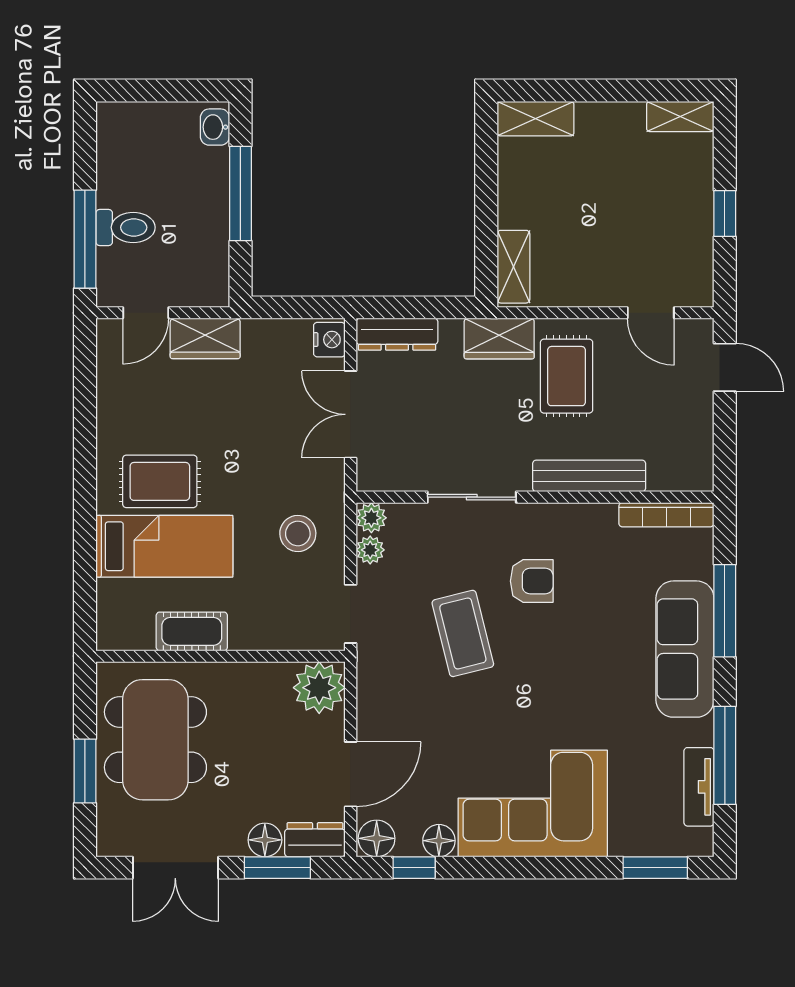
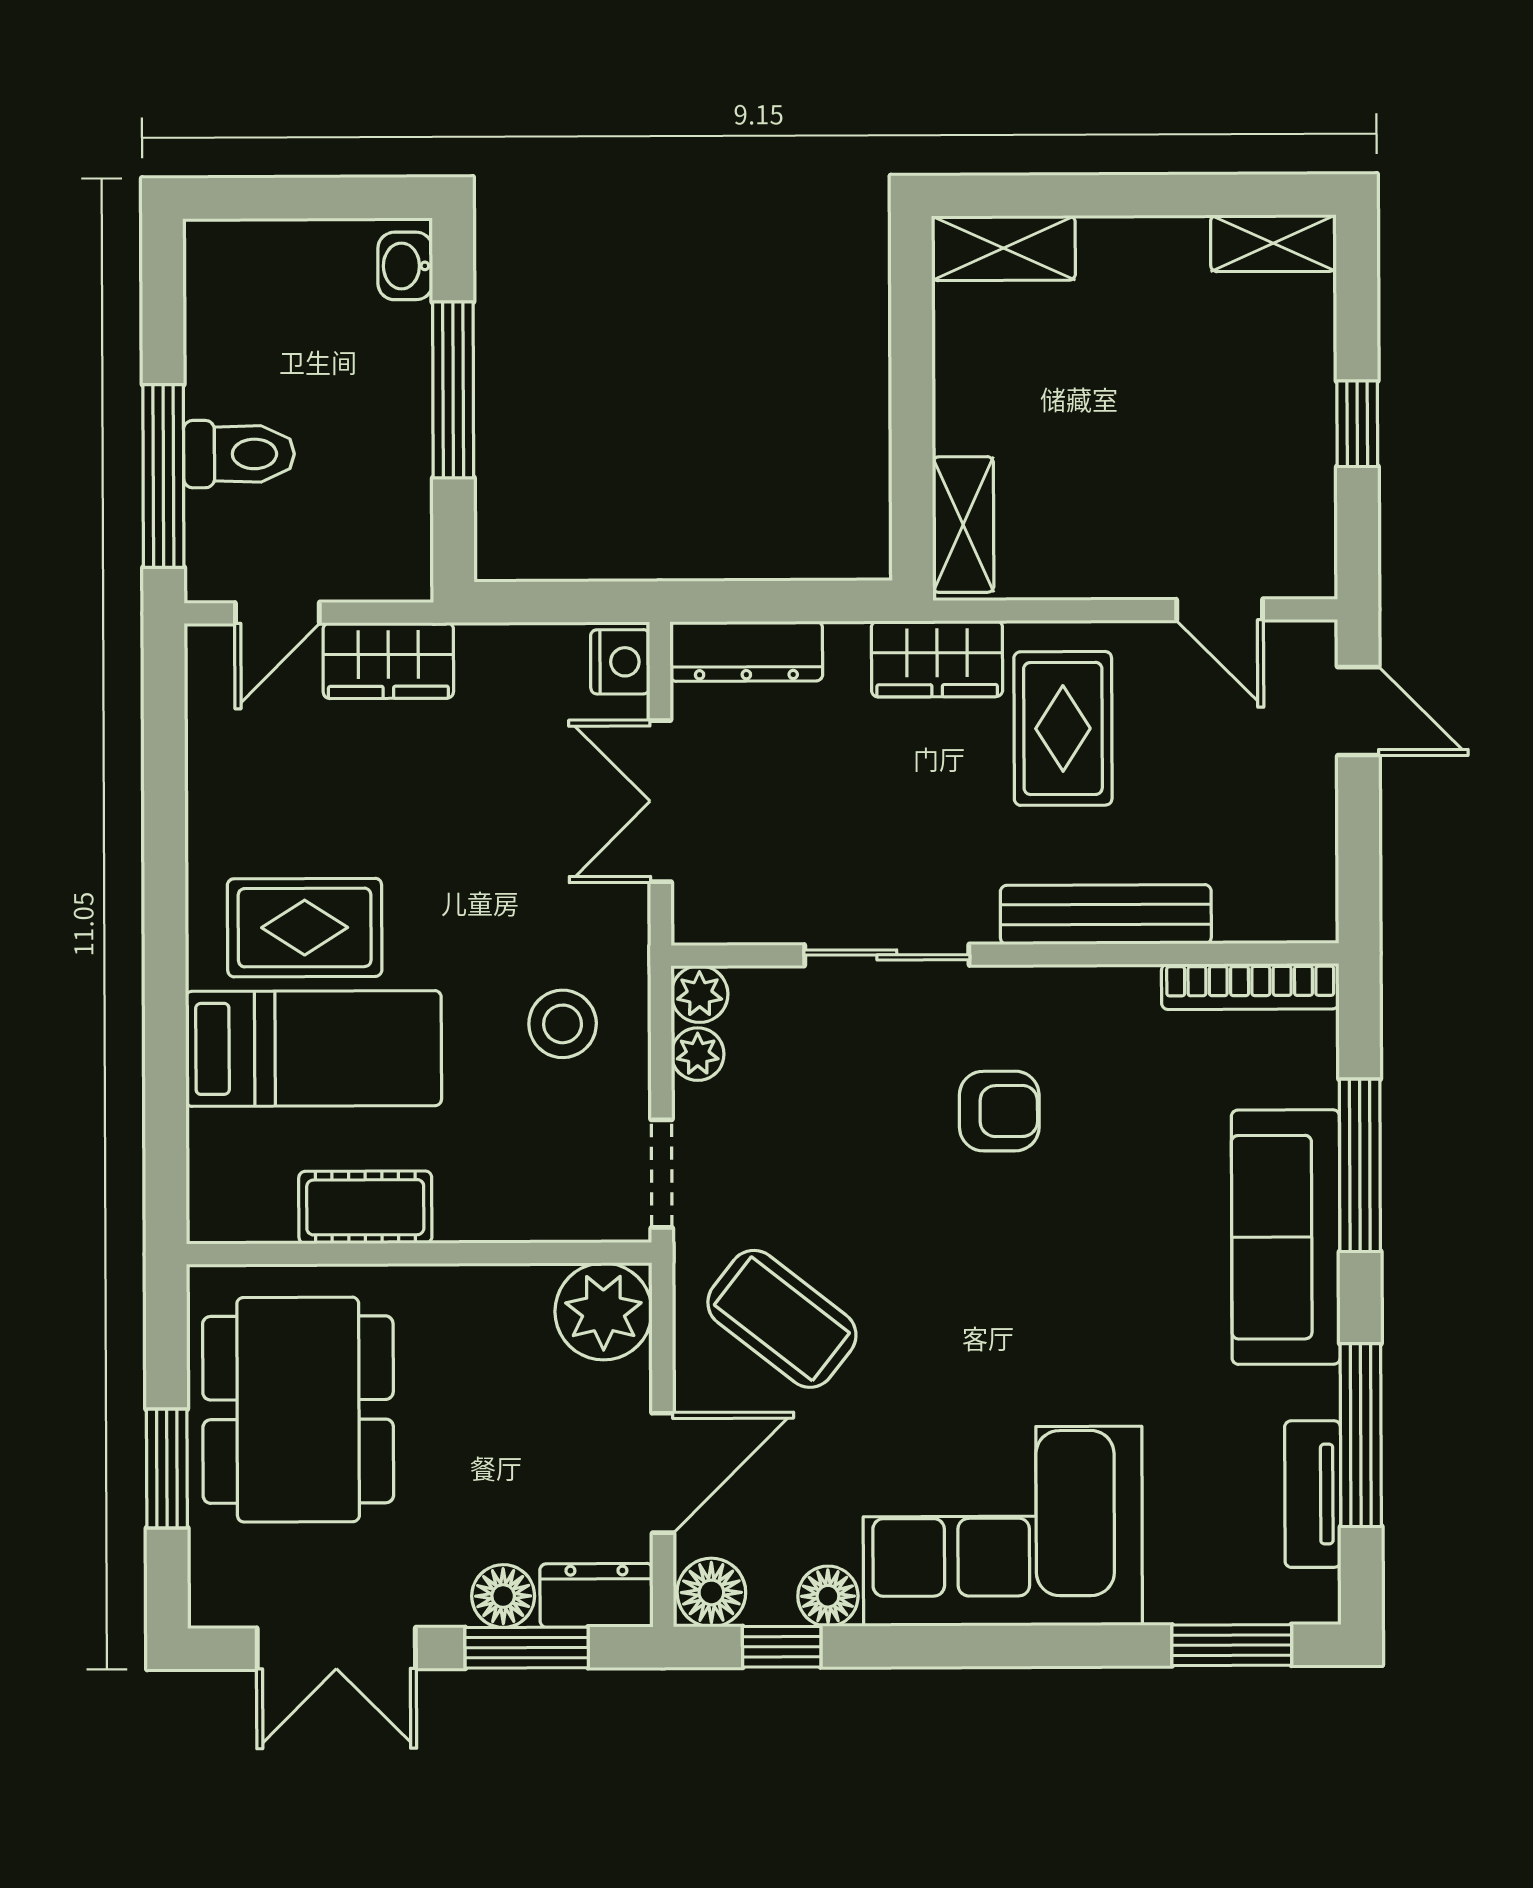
coffee table: (463, 633) -> (782, 1319), moved, turned -38

